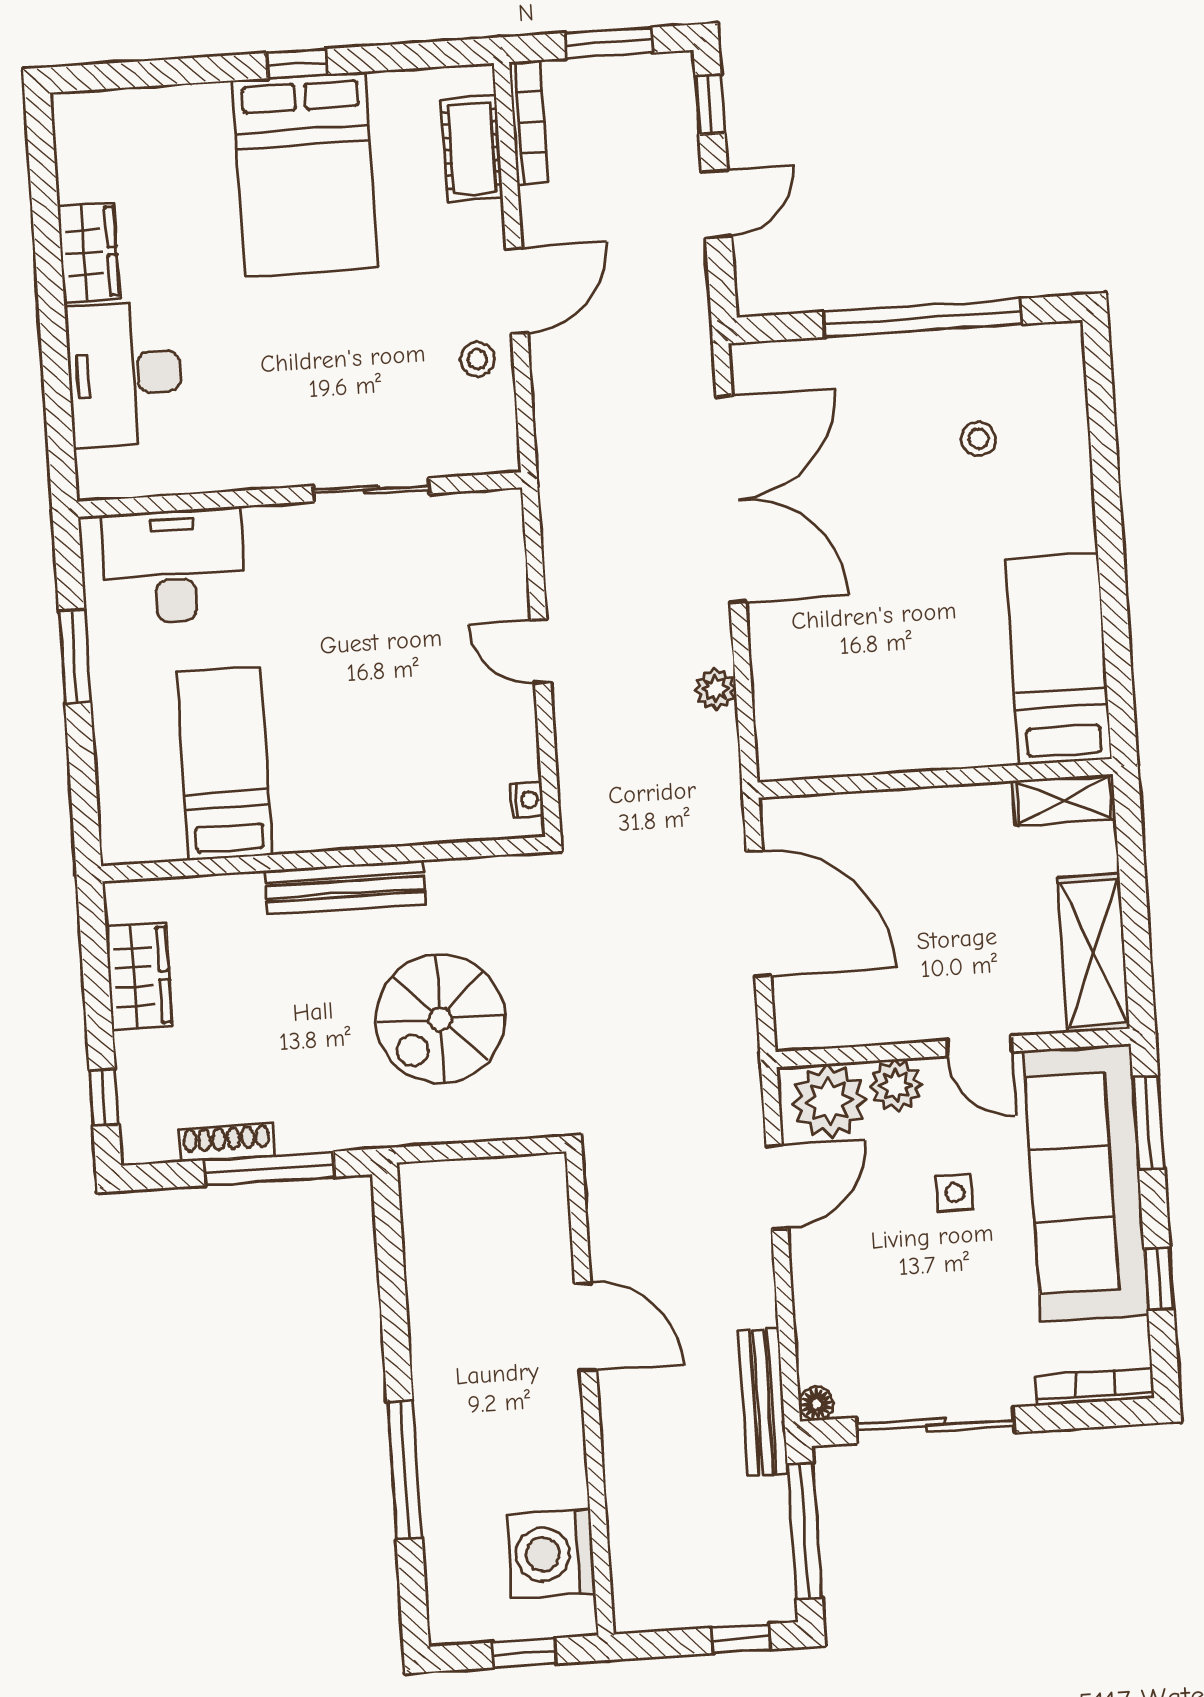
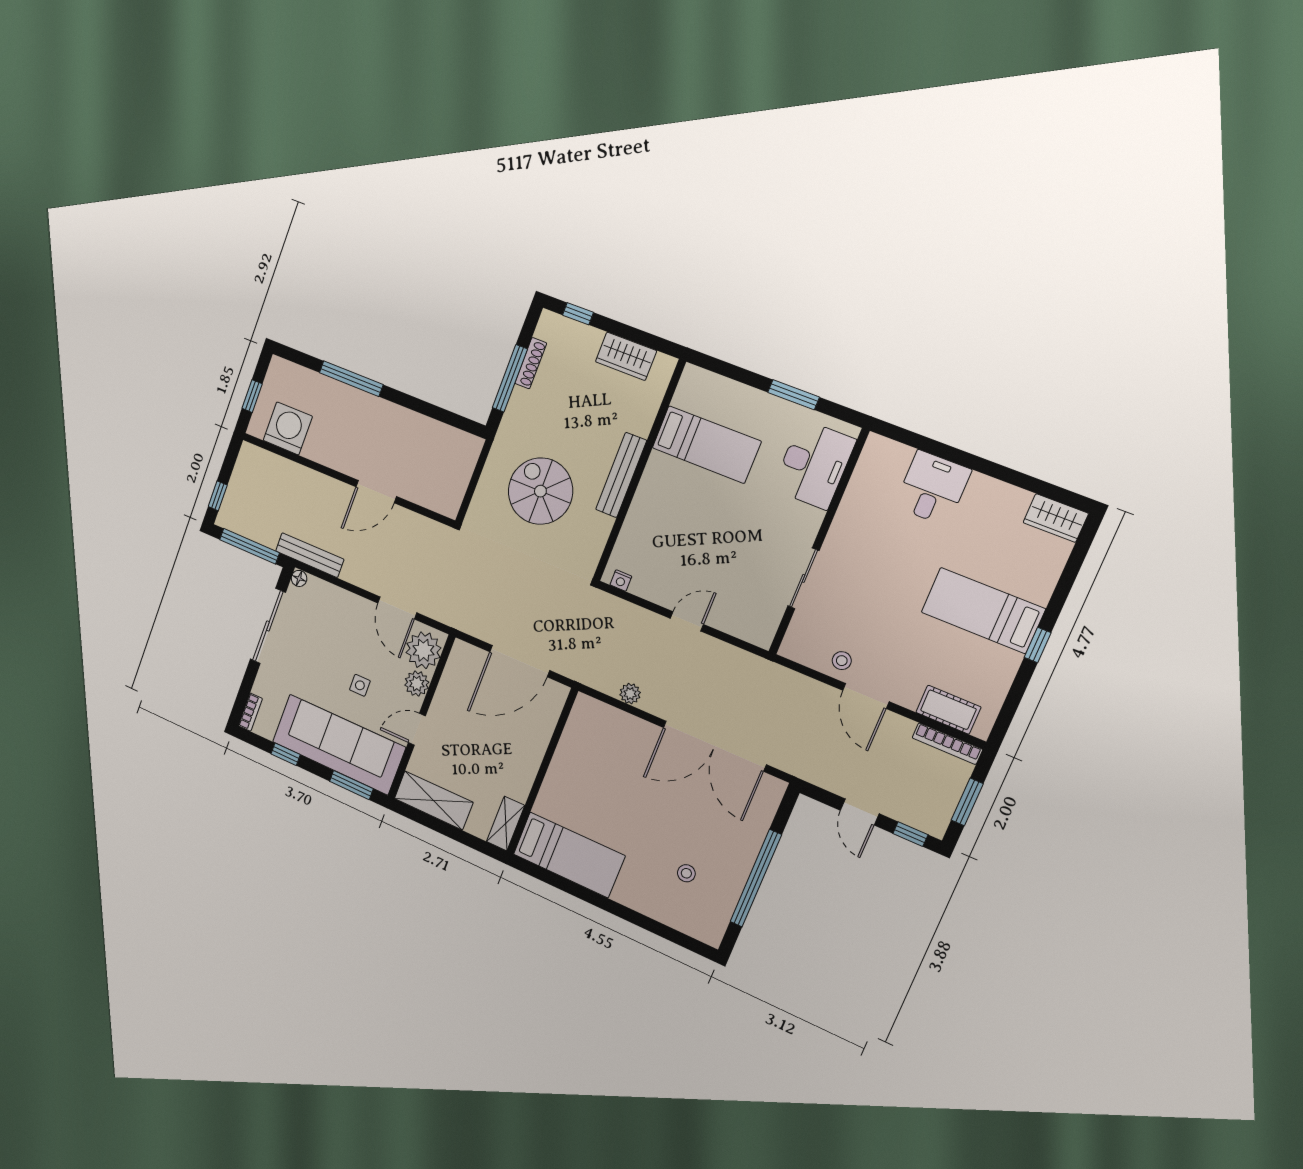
bed: (305, 174) -> (983, 610), width x0.67
wardrobe: (88, 252) -> (1056, 518), moved
desk: (124, 374) -> (933, 488), width x0.73
bookcase: (1095, 1387) -> (250, 712), width x0.64

